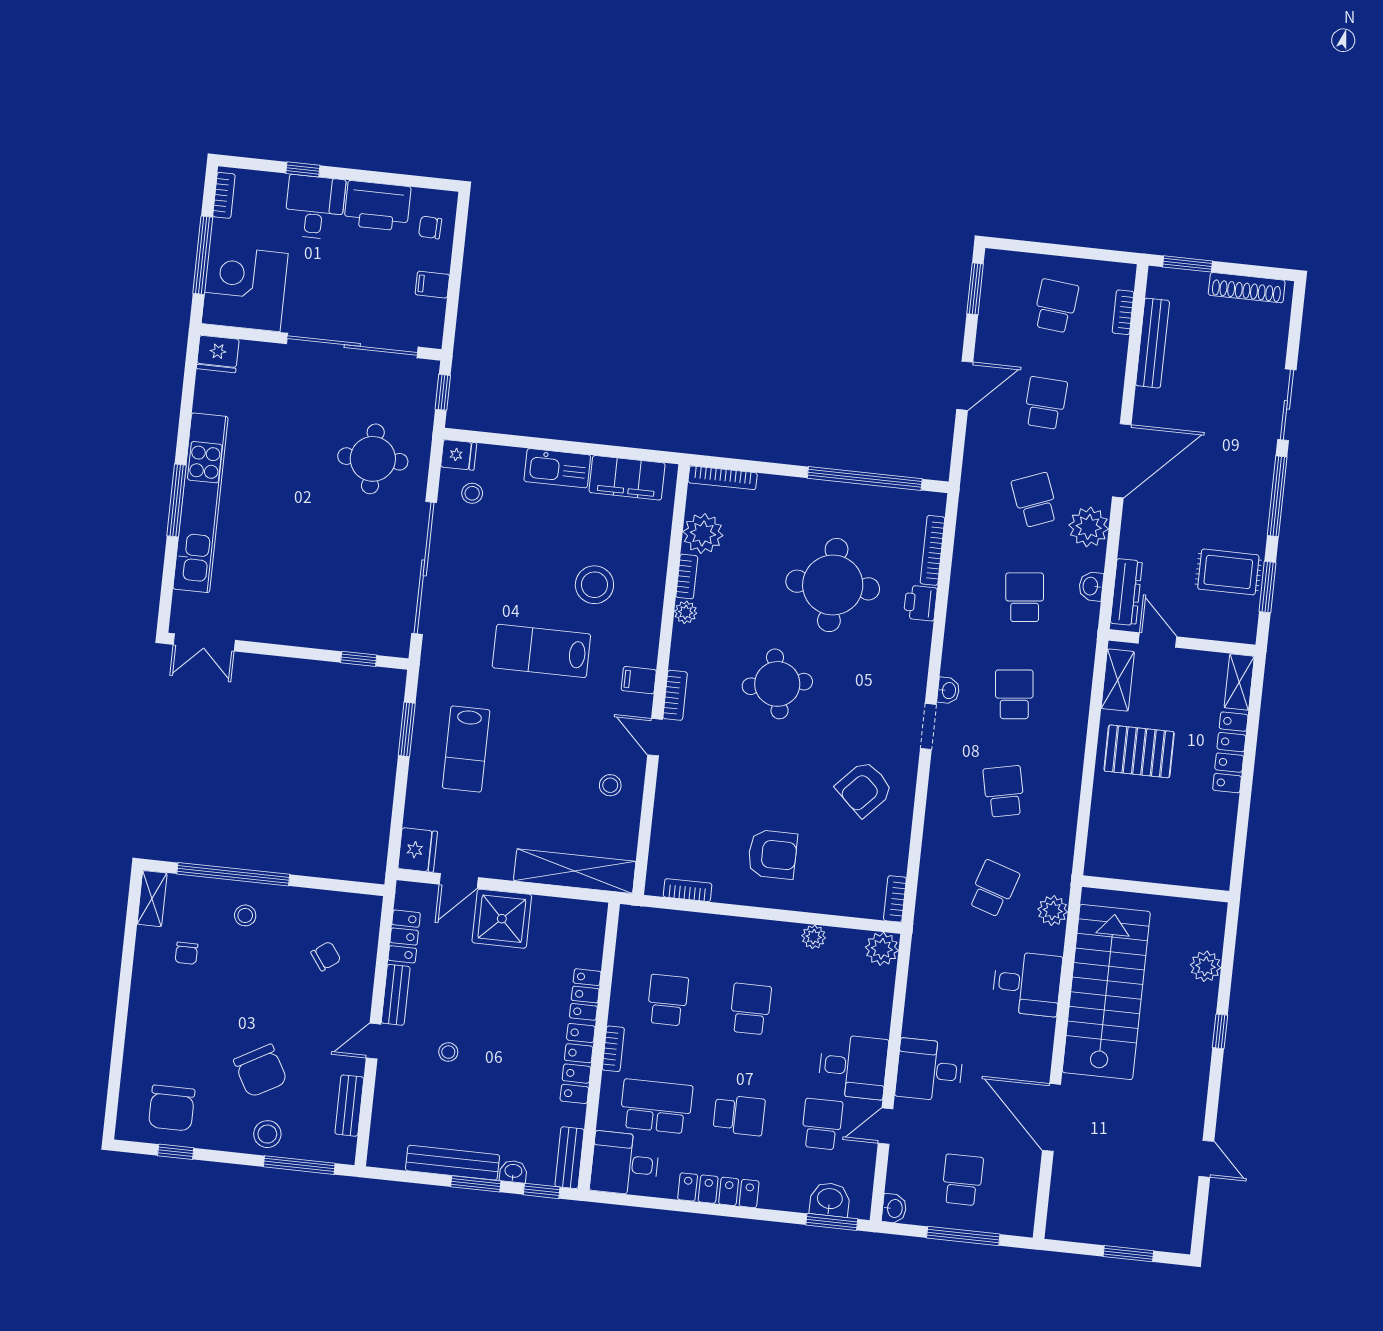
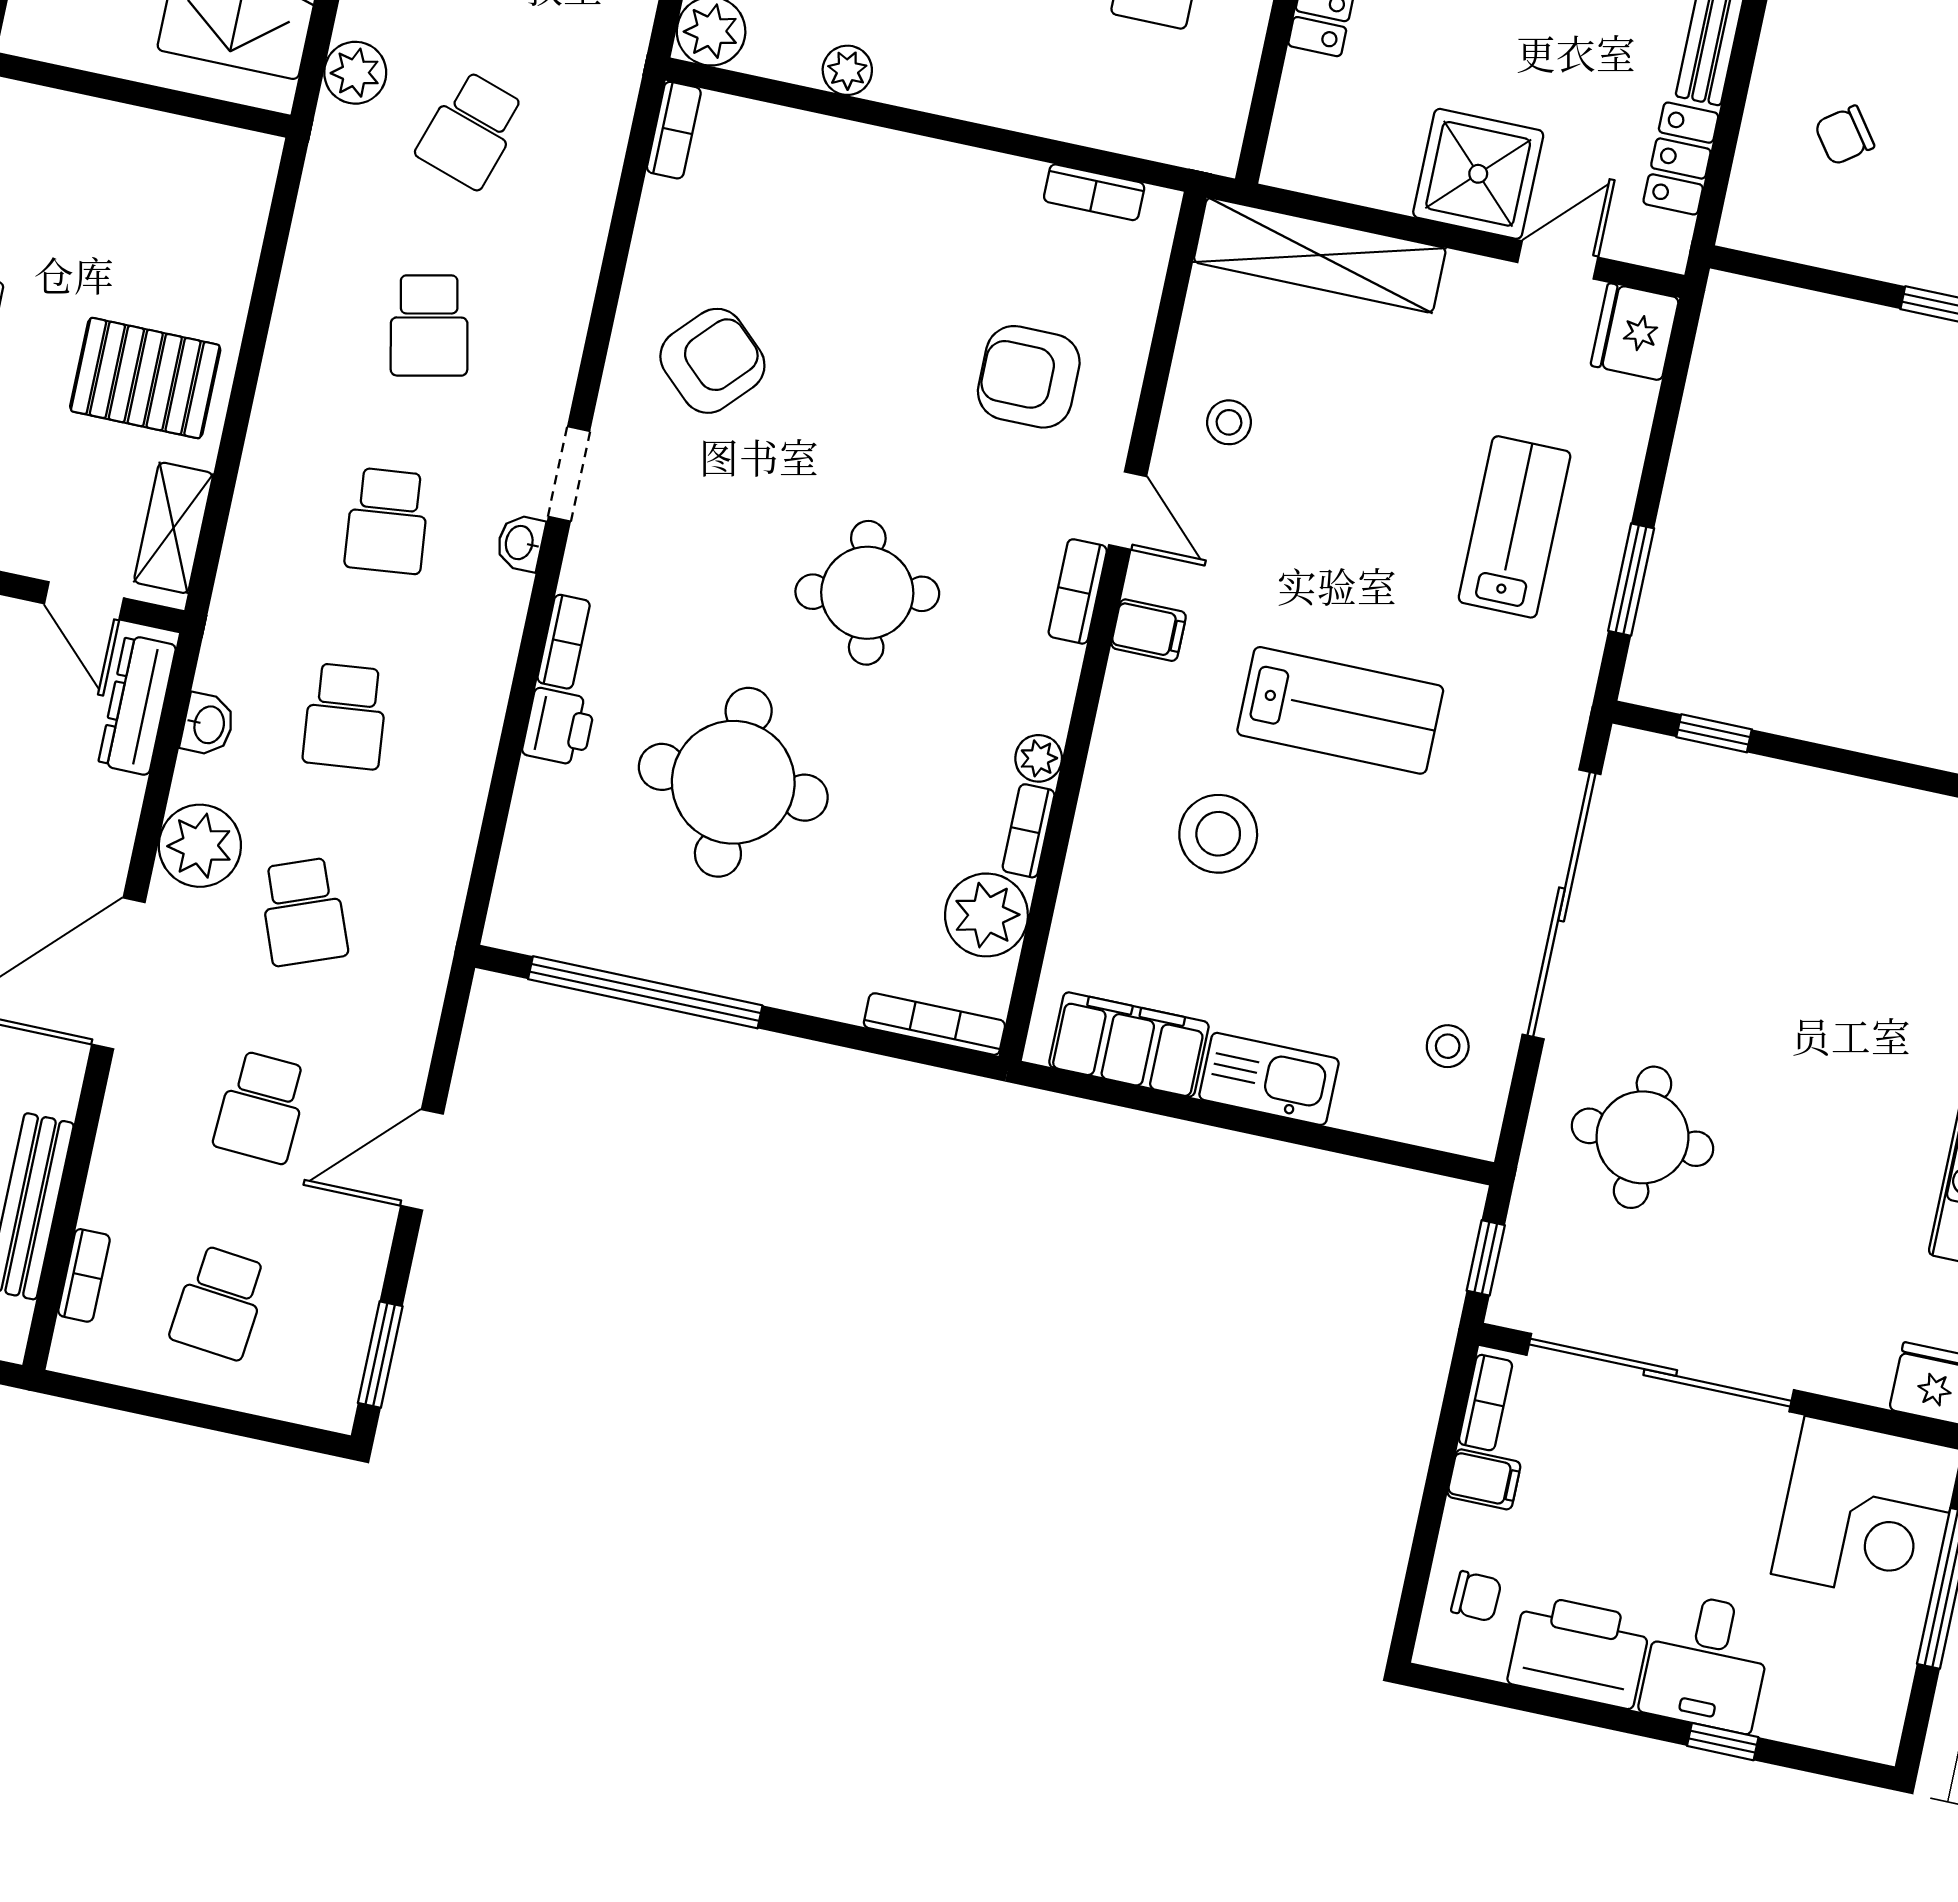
bookcase: (224, 195) -> (1486, 1403), moved, turned 180
fridge: (459, 455) -> (1467, 1127), removed
bookcase: (932, 550) -> (564, 642), moved, width x0.64
armchair: (772, 854) -> (1029, 377), moved

